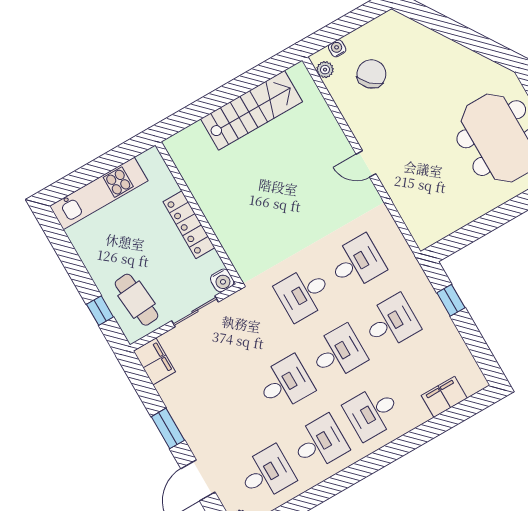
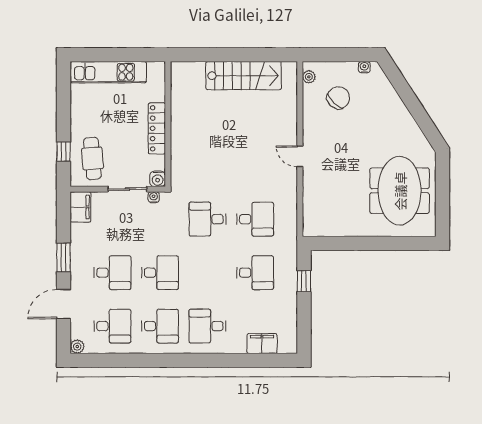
water cooler: (337, 48) -> (364, 67), moved
water cooler: (230, 303) -> (154, 197), added
desk: (338, 353) -> (112, 273), moved

